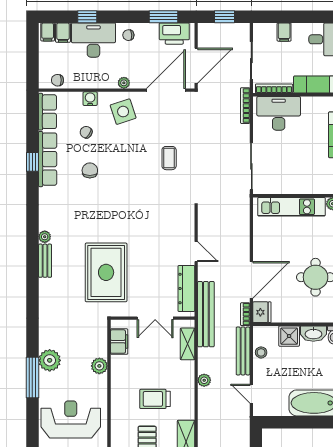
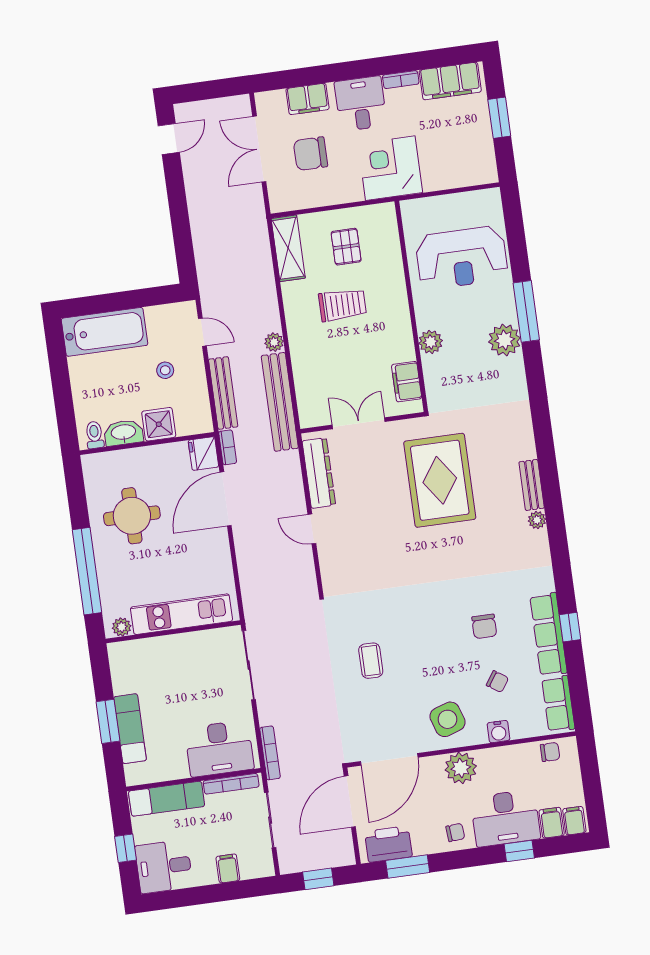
plant: (124, 83) -> (461, 768), width x1.88, depth x1.88
bench: (206, 314) -> (280, 402), moved
shelving: (188, 344) -> (306, 392), removed
stool: (261, 352) -> (165, 370), moved

